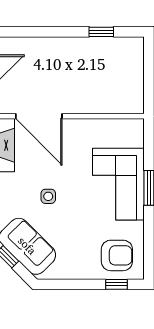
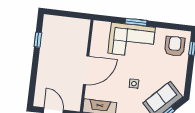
door: (39, 116) -> (86, 70), moved

